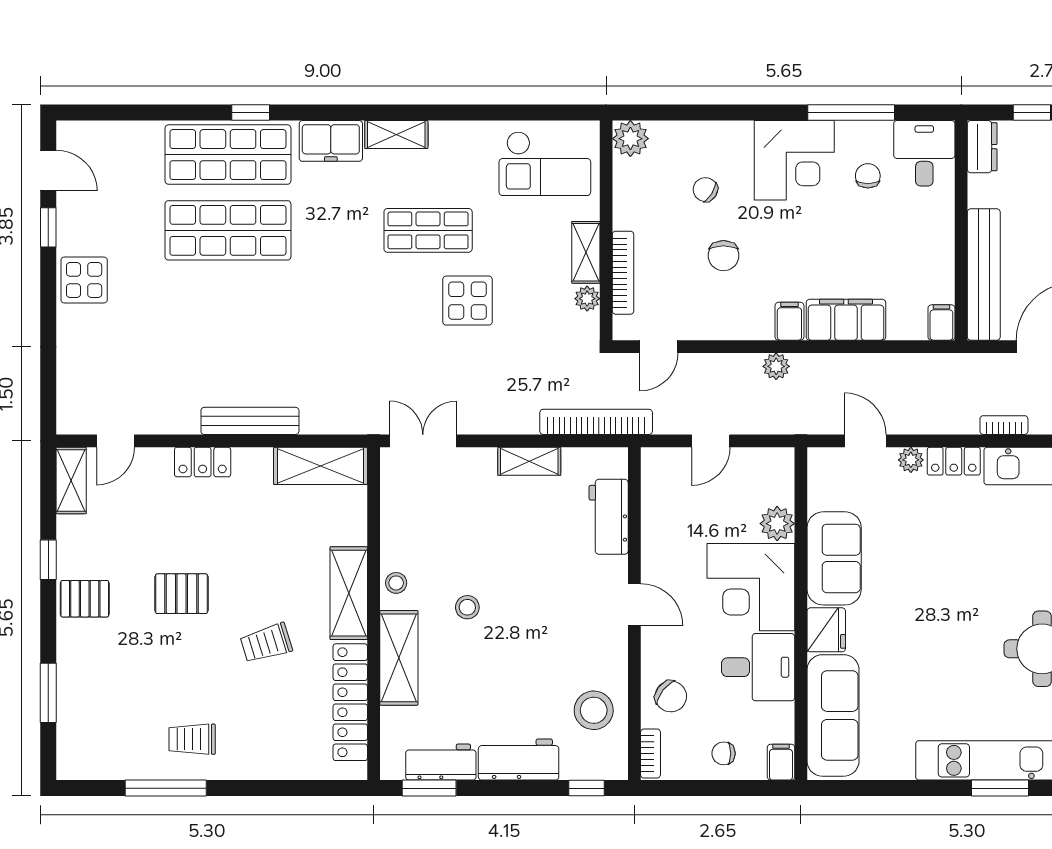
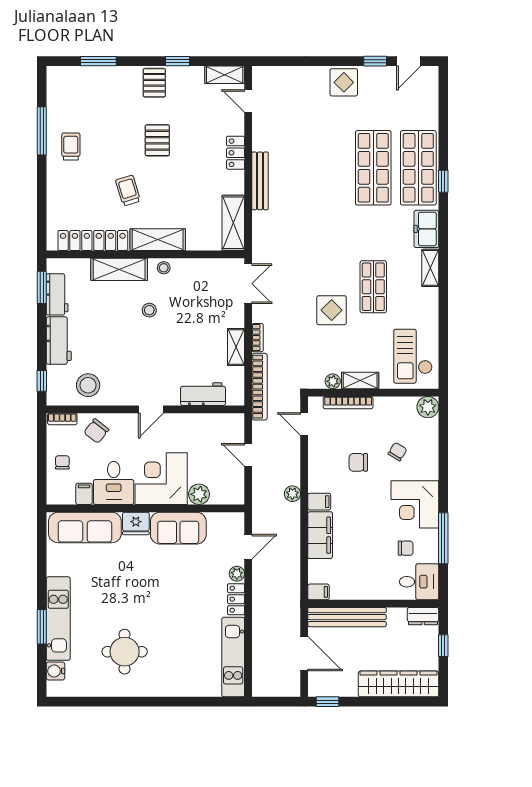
bookcase: (1004, 425) -> (258, 338), moved
filing cabinet: (781, 762) -> (84, 494), moved, turned -90

